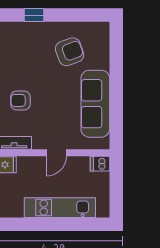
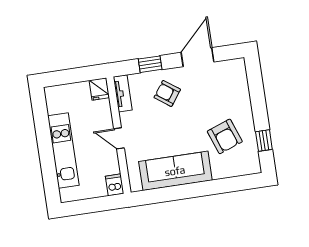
window: (34, 15) -> (264, 141), moved
armchair: (20, 100) -> (167, 93), turned -54

